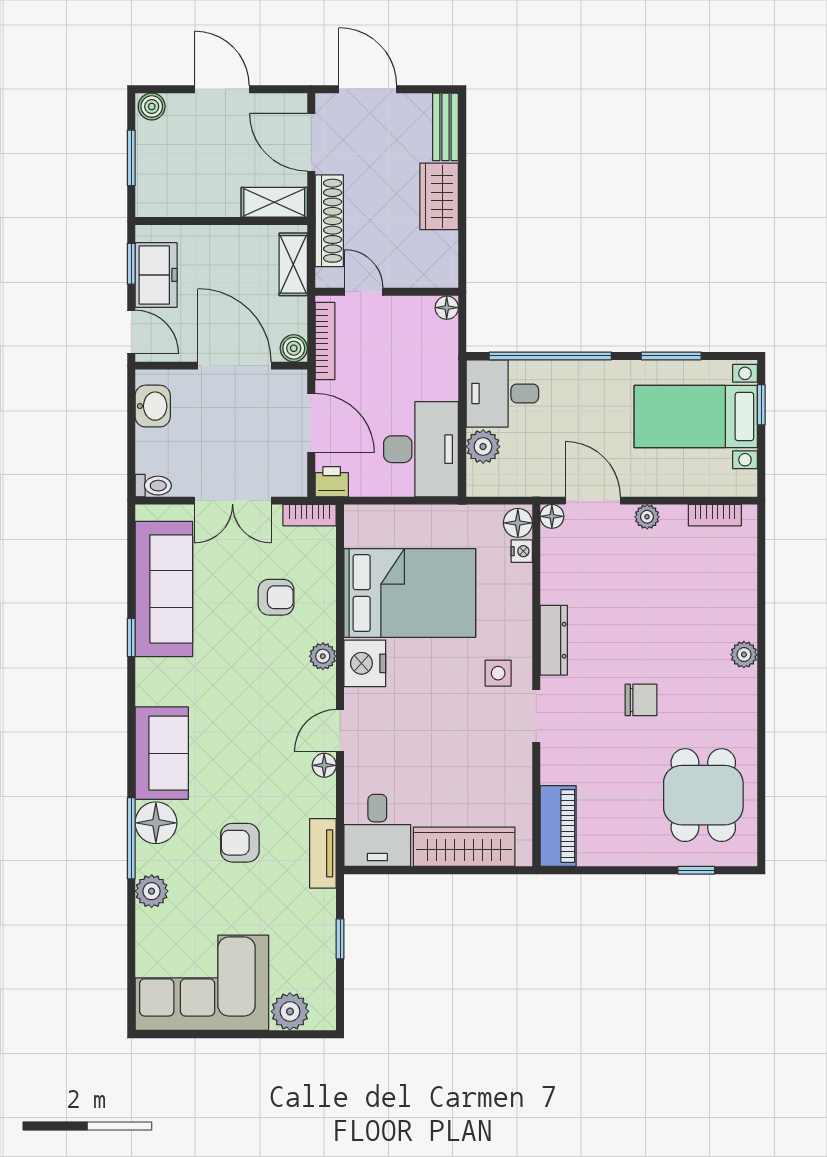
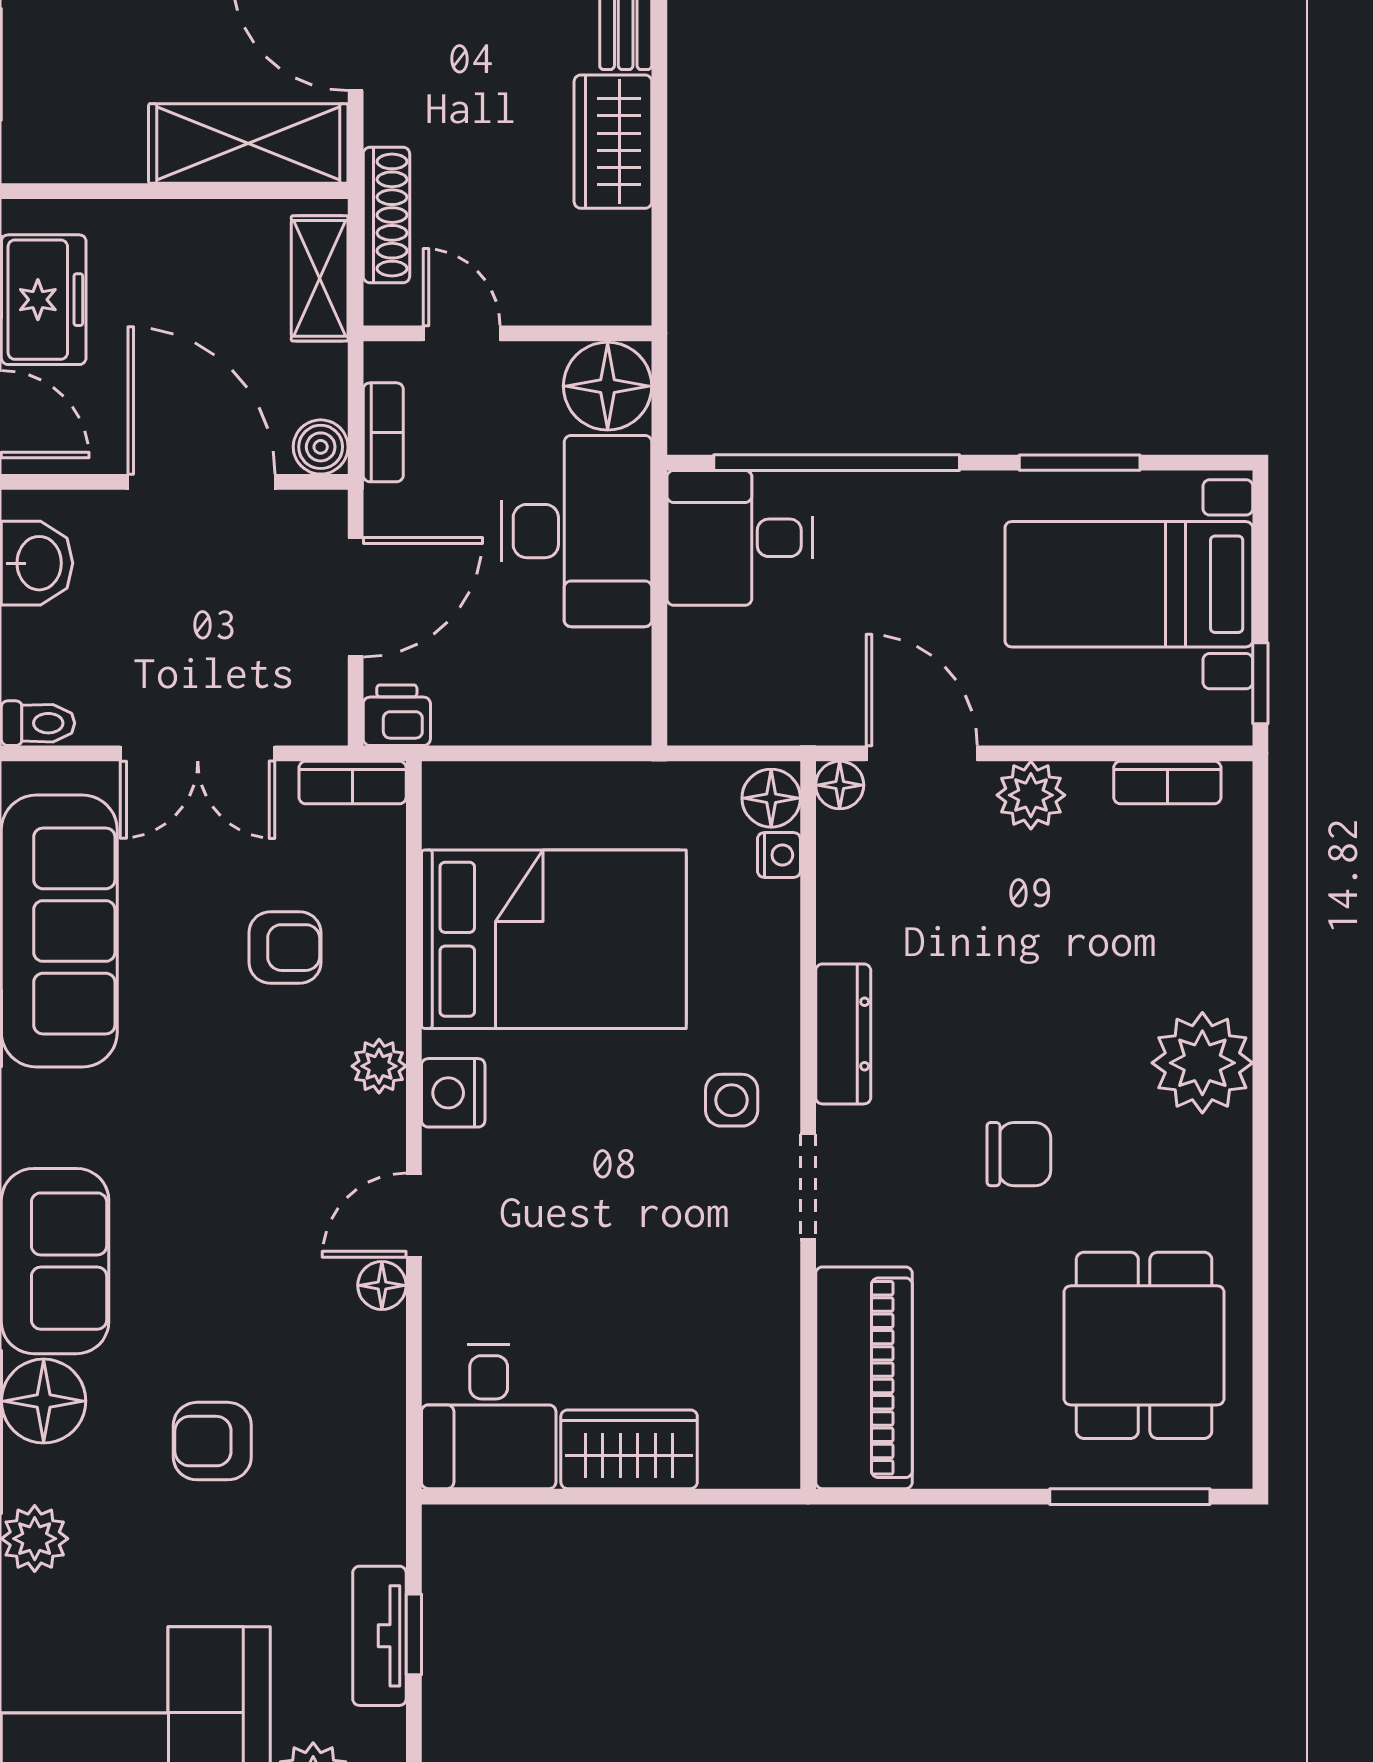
shelving: (274, 202) -> (248, 143), width x1.50, depth x1.33
shoe rack: (329, 221) -> (386, 215), width x0.74, depth x0.81
floor lamp: (447, 308) -> (608, 386), width x1.89, depth x1.89
bookcase: (325, 341) -> (383, 432), width x0.64
window: (761, 405) -> (1260, 683), moved
door: (311, 423) -> (356, 597), hinge flipped
plant: (483, 447) -> (701, 645), removed
desk: (421, 449) -> (576, 531), moved
plant: (647, 517) -> (1031, 795), width x1.38, depth x1.38
plant: (744, 655) -> (1202, 1063), width x1.88, depth x1.88
nightstand: (365, 663) -> (453, 1093), width x0.74, depth x0.75
piano: (558, 826) -> (864, 1378), width x1.37, depth x1.33
wardrobe: (464, 847) -> (629, 1449), width x0.67
tv unit: (323, 853) -> (379, 1636), moved
window: (696, 870) -> (1130, 1497), width x2.17

